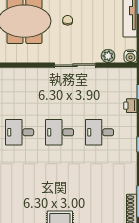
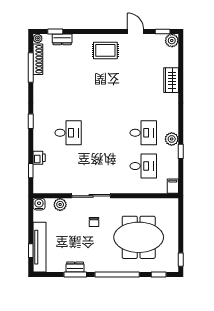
chair: (68, 20) -> (94, 222), moved
desk: (60, 132) -> (143, 166), moved

